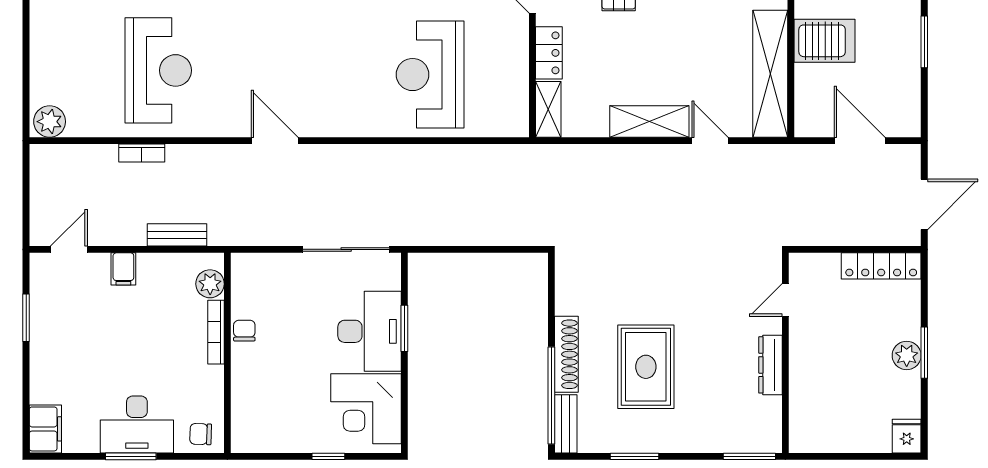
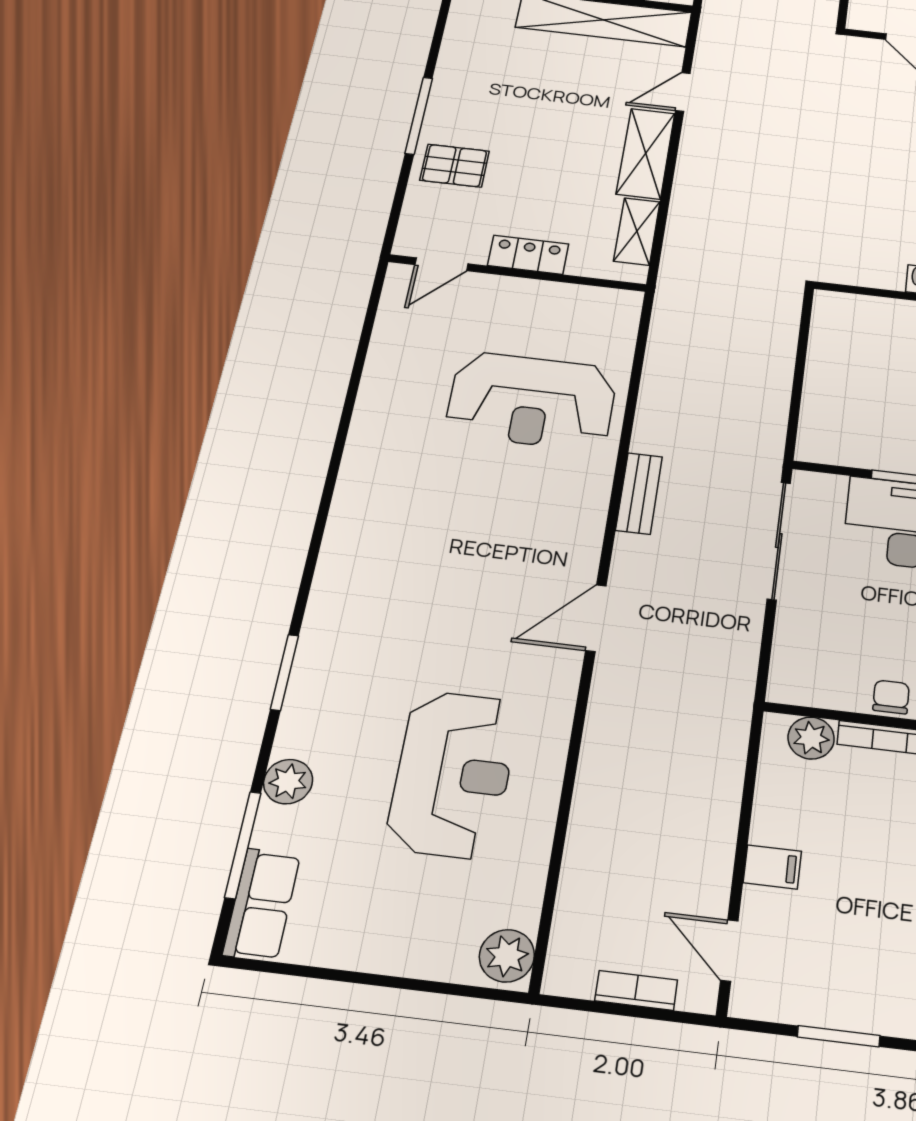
reception desk: (158, 70) -> (453, 774), turned 90
shelving: (548, 109) -> (637, 231), moved, turned 90
bookcase: (142, 153) -> (636, 990), moved, turned -90
bench: (177, 235) -> (639, 493), moved
chair: (244, 331) -> (891, 697), turned 90

